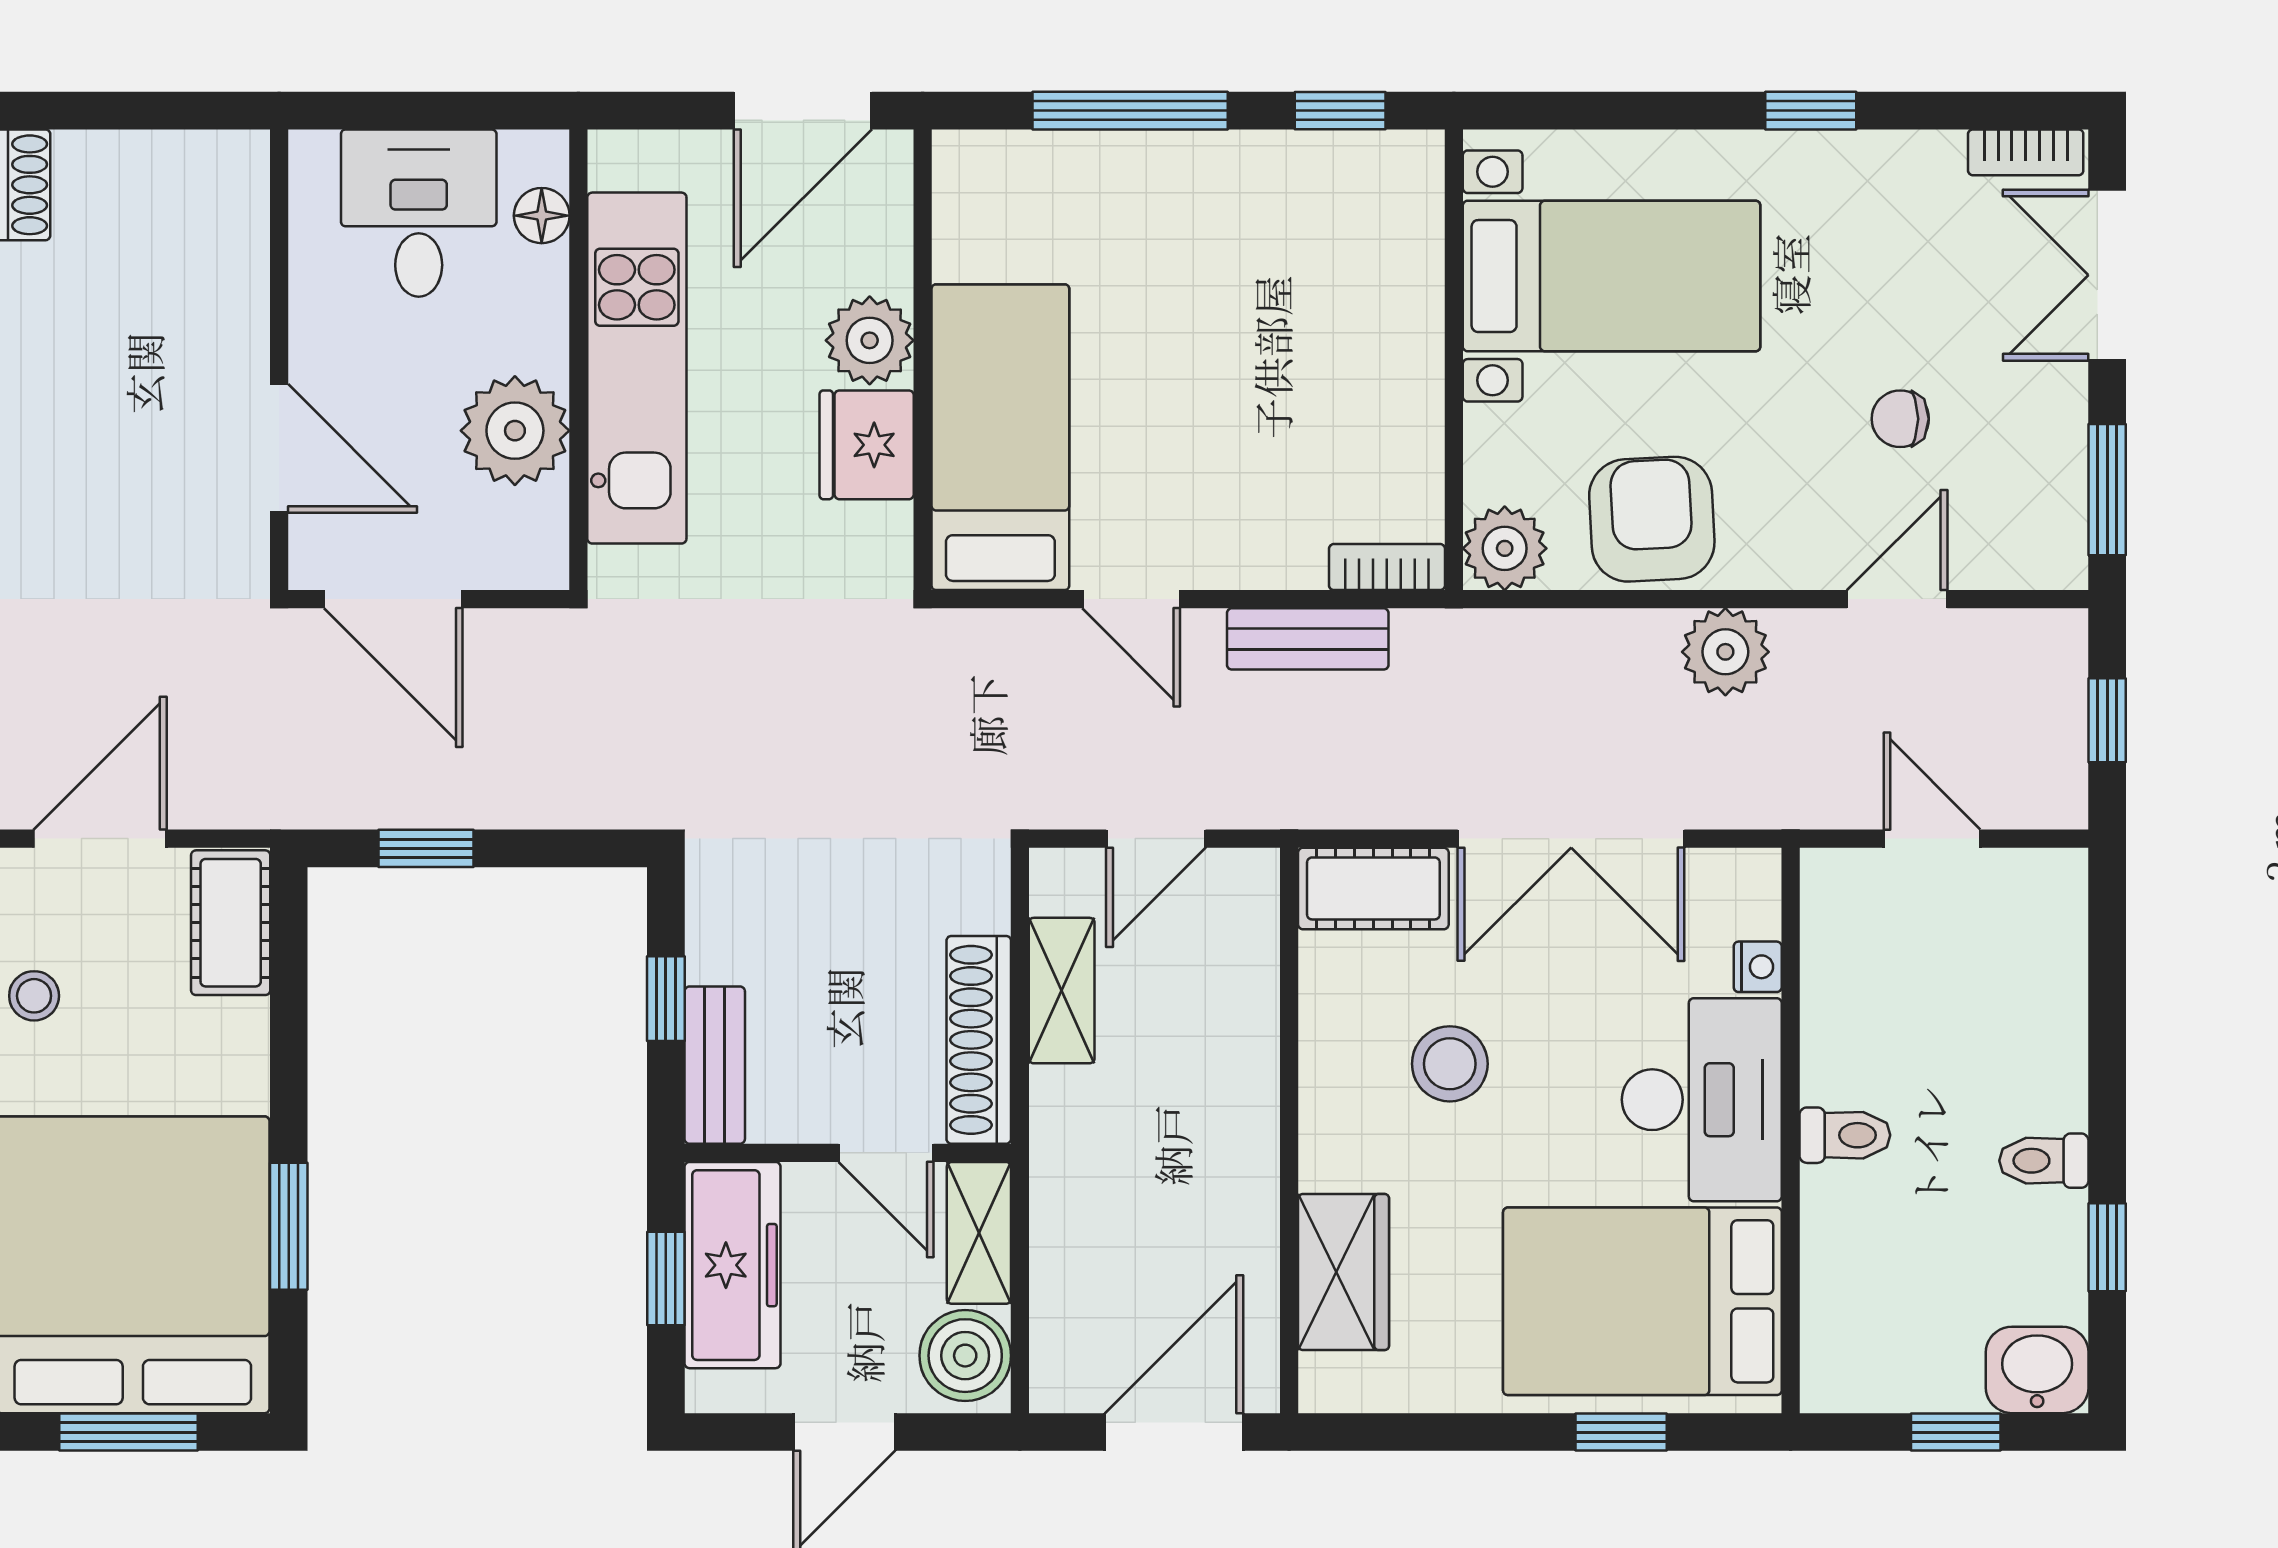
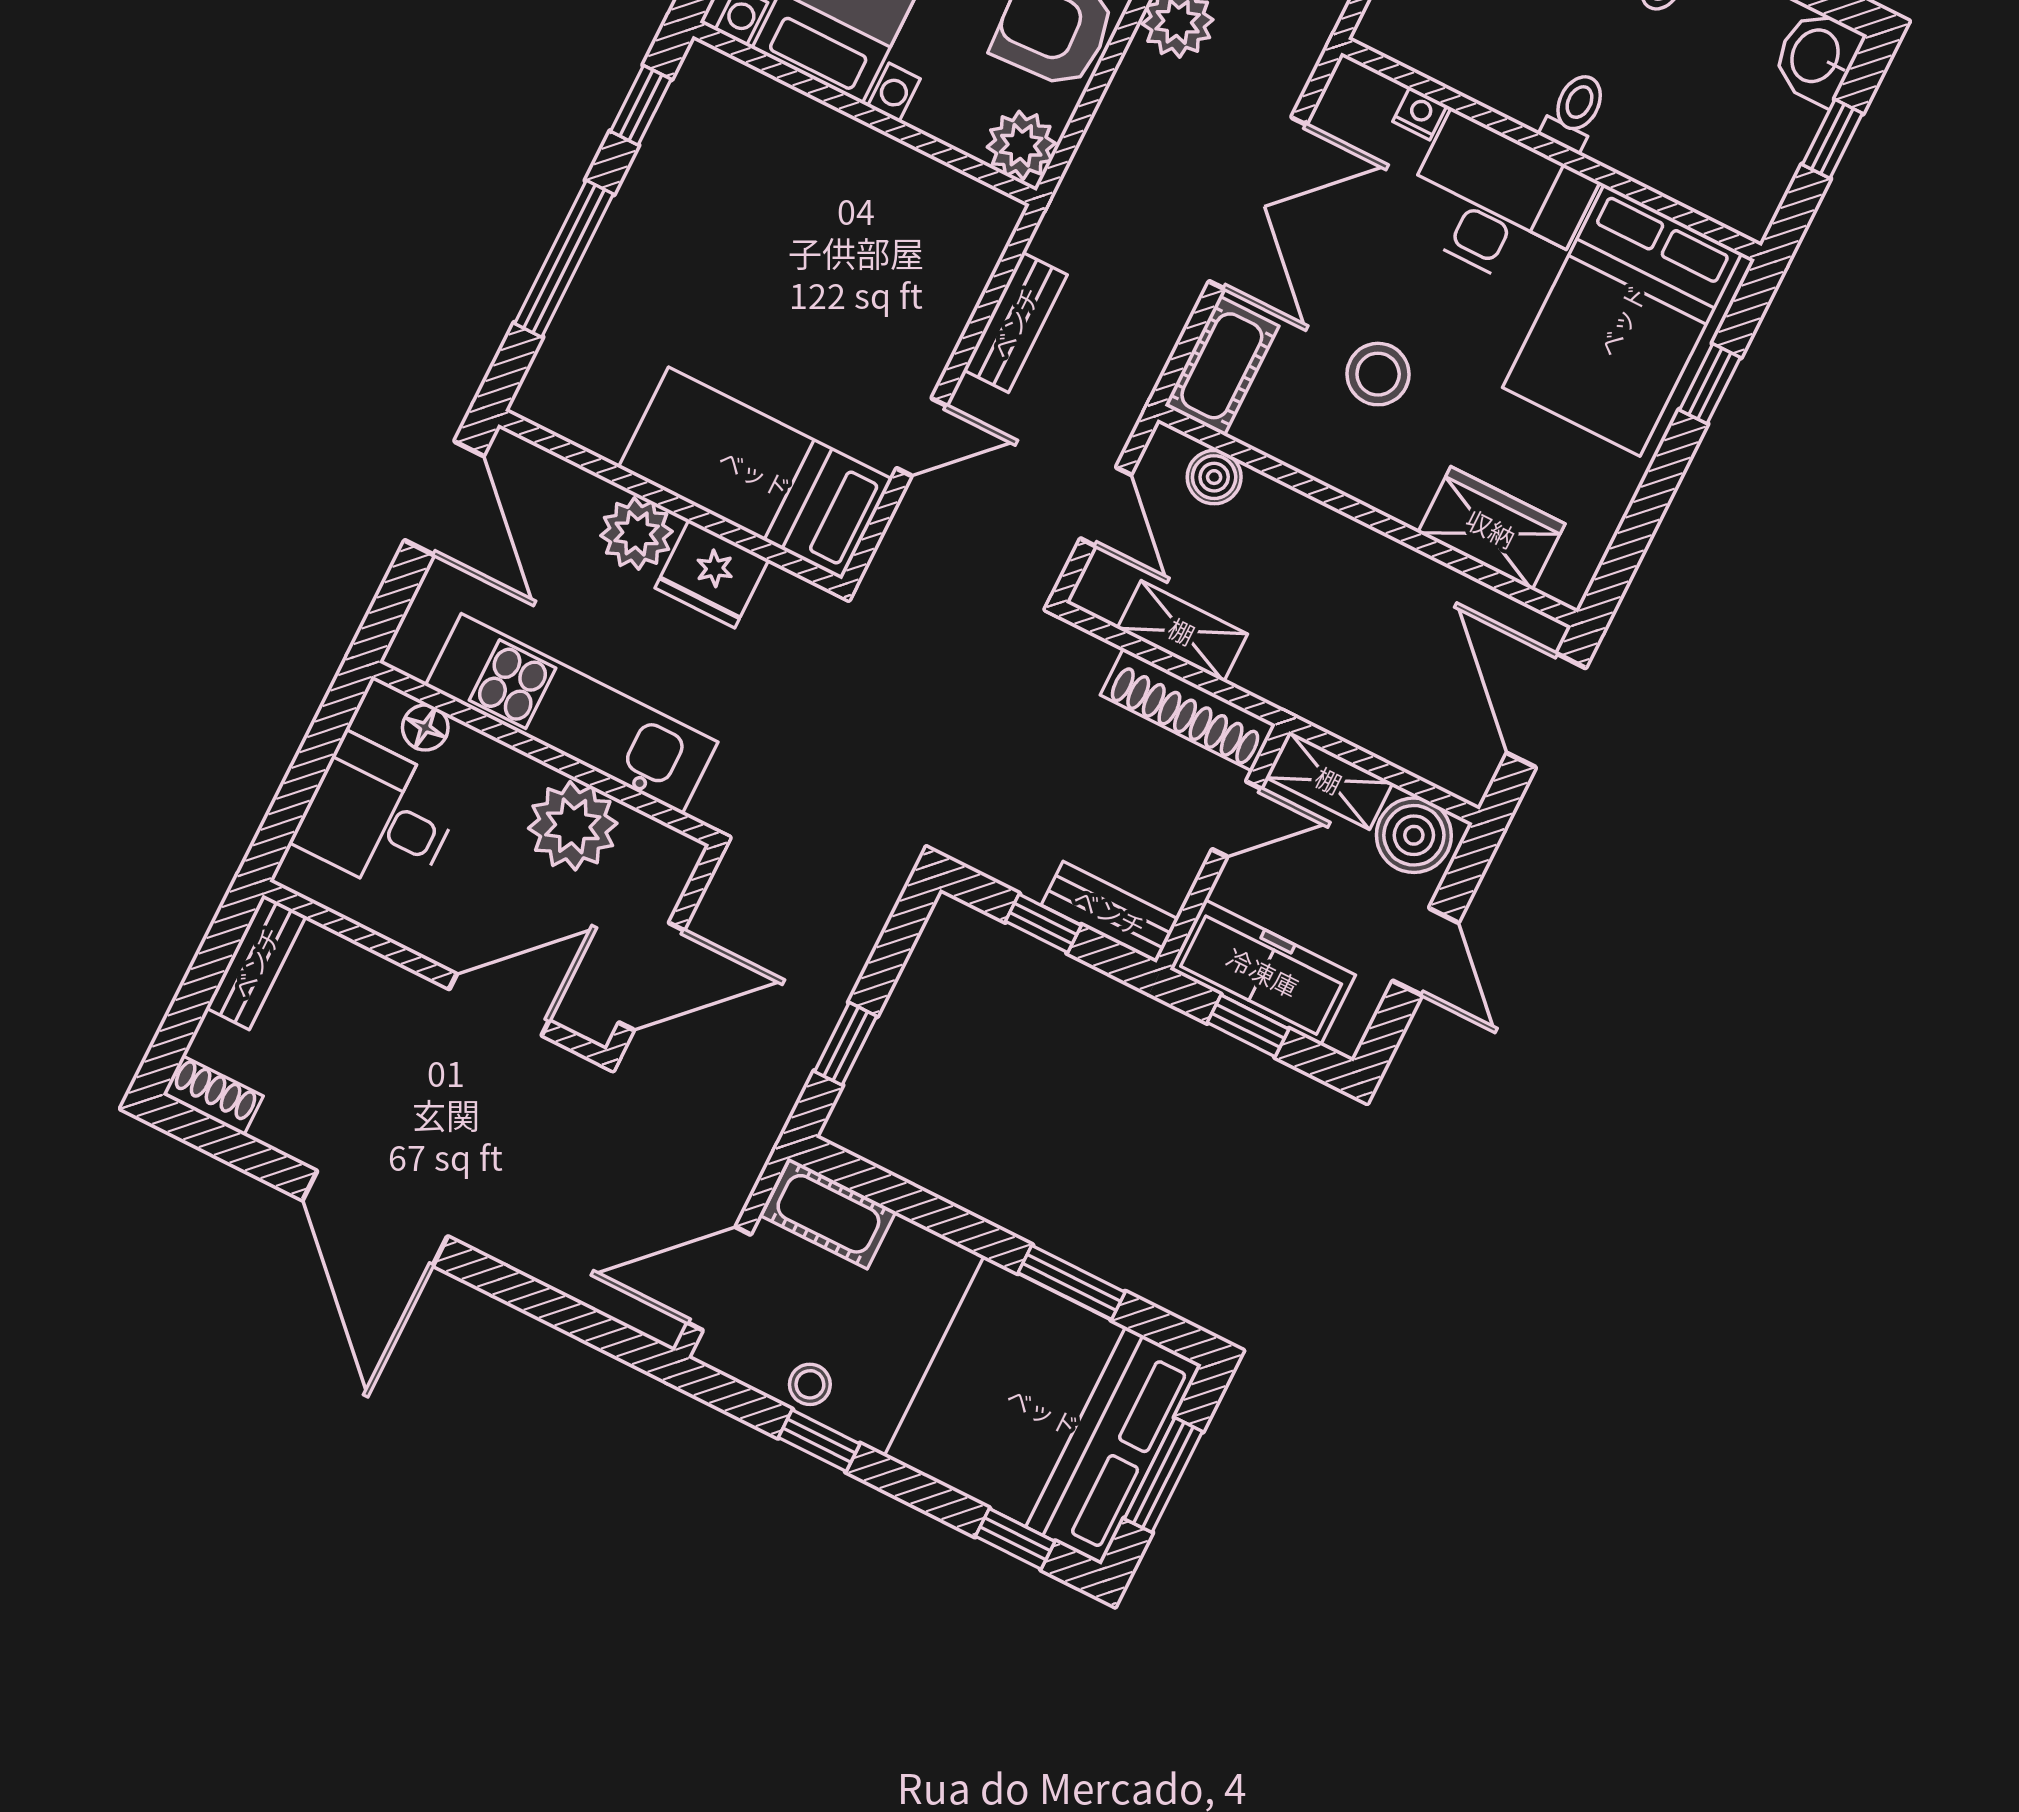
bench: (192, 159) -> (256, 962), added
bookcase: (1387, 567) -> (992, 238), removed
door: (100, 839) -> (719, 1279), hinge flipped
boiler: (1247, 941) -> (1214, 477), added

